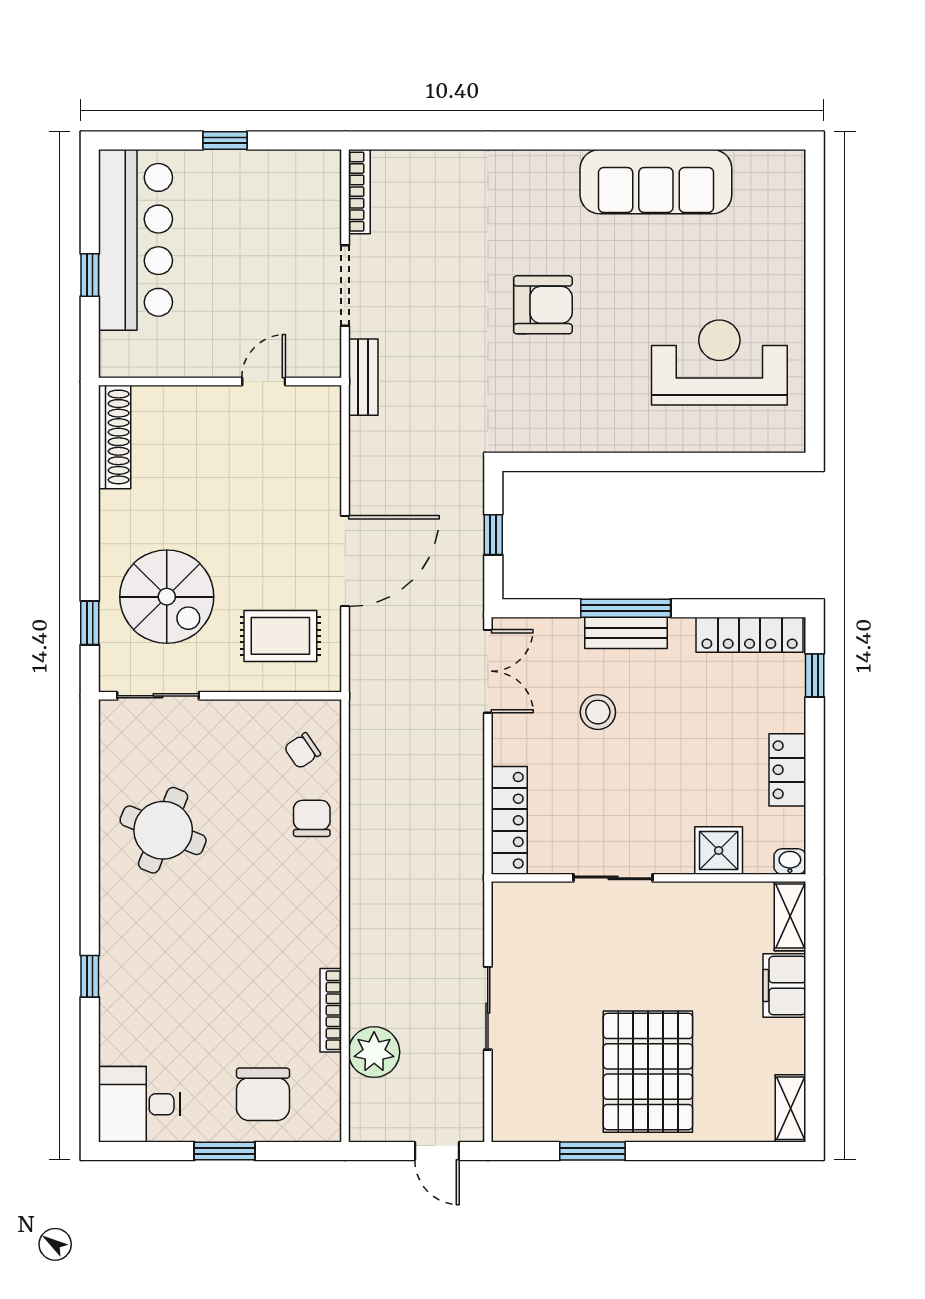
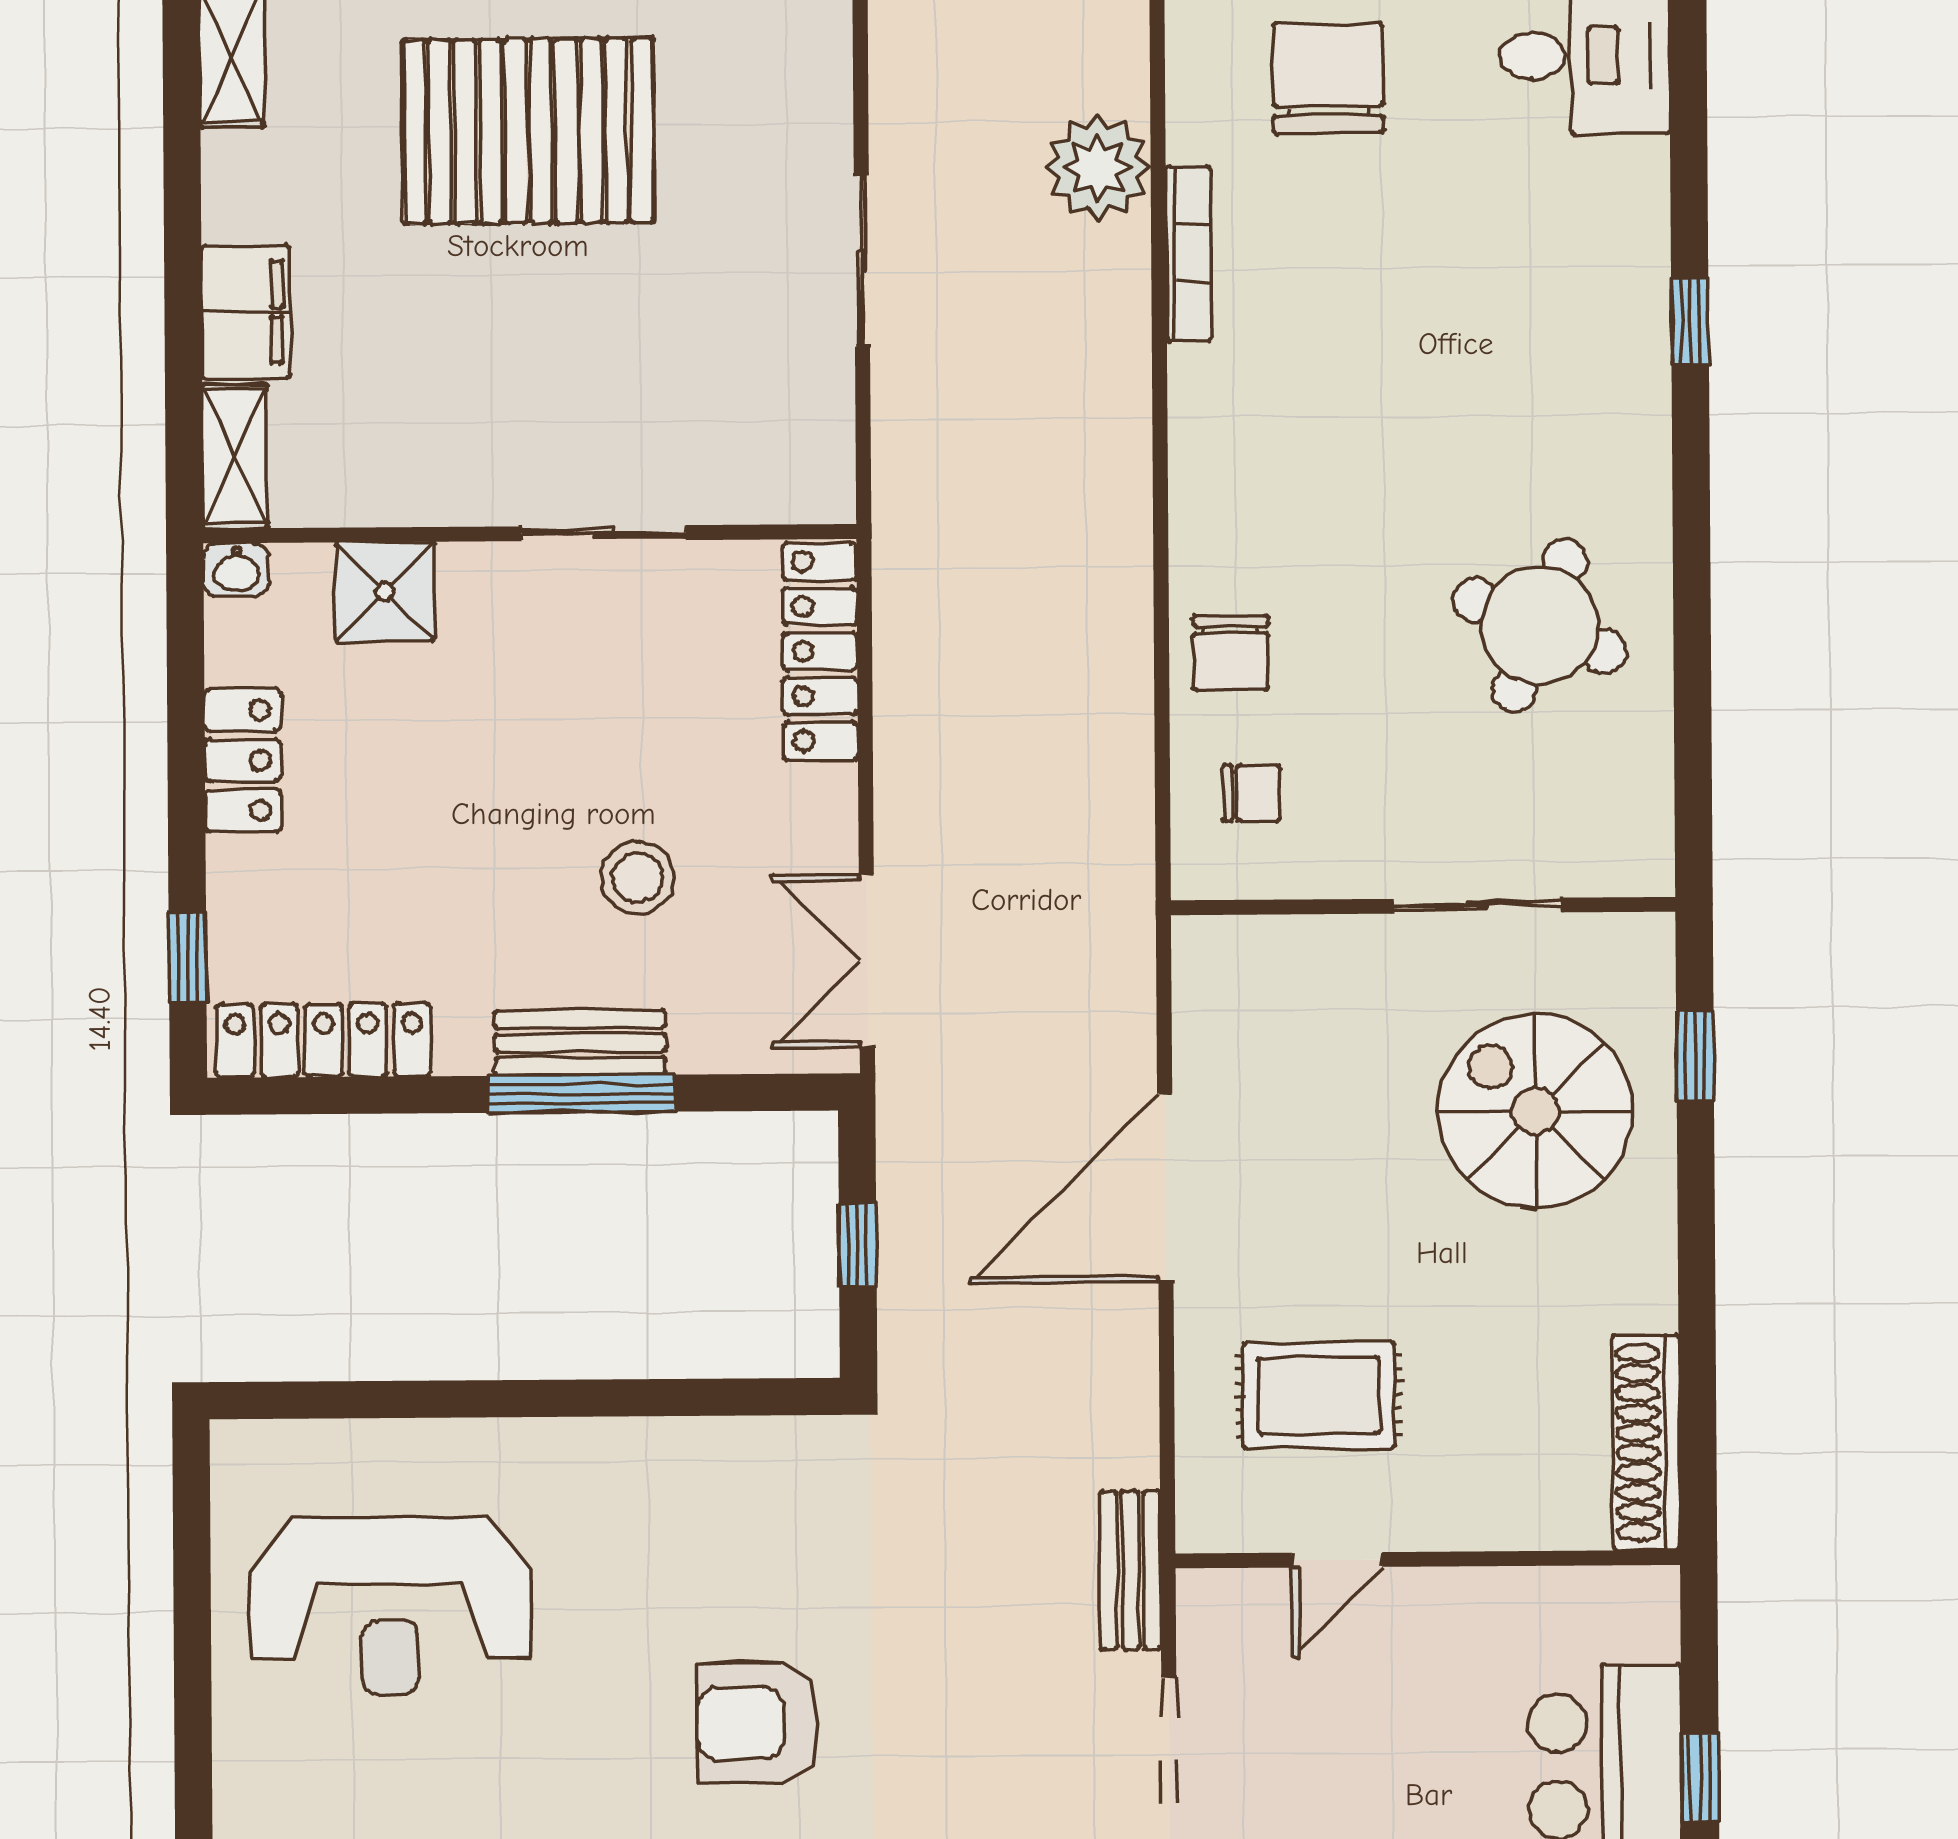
rug: (280, 636) -> (1319, 1396), moved
sliding door: (158, 696) -> (1477, 906), moved
chair: (302, 751) -> (1251, 793), turned 34
pallet: (648, 1072) -> (528, 131), turned 90

